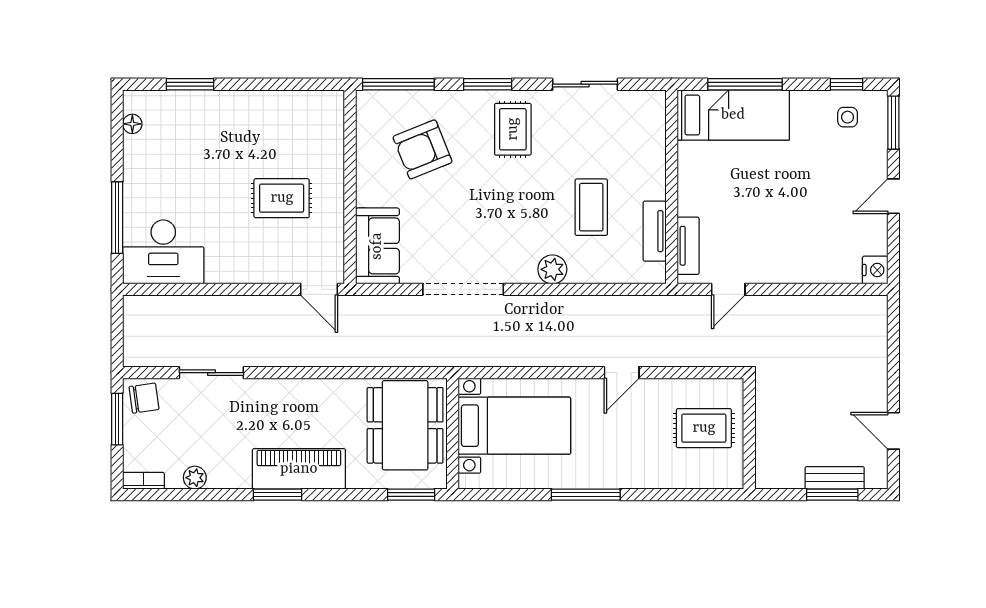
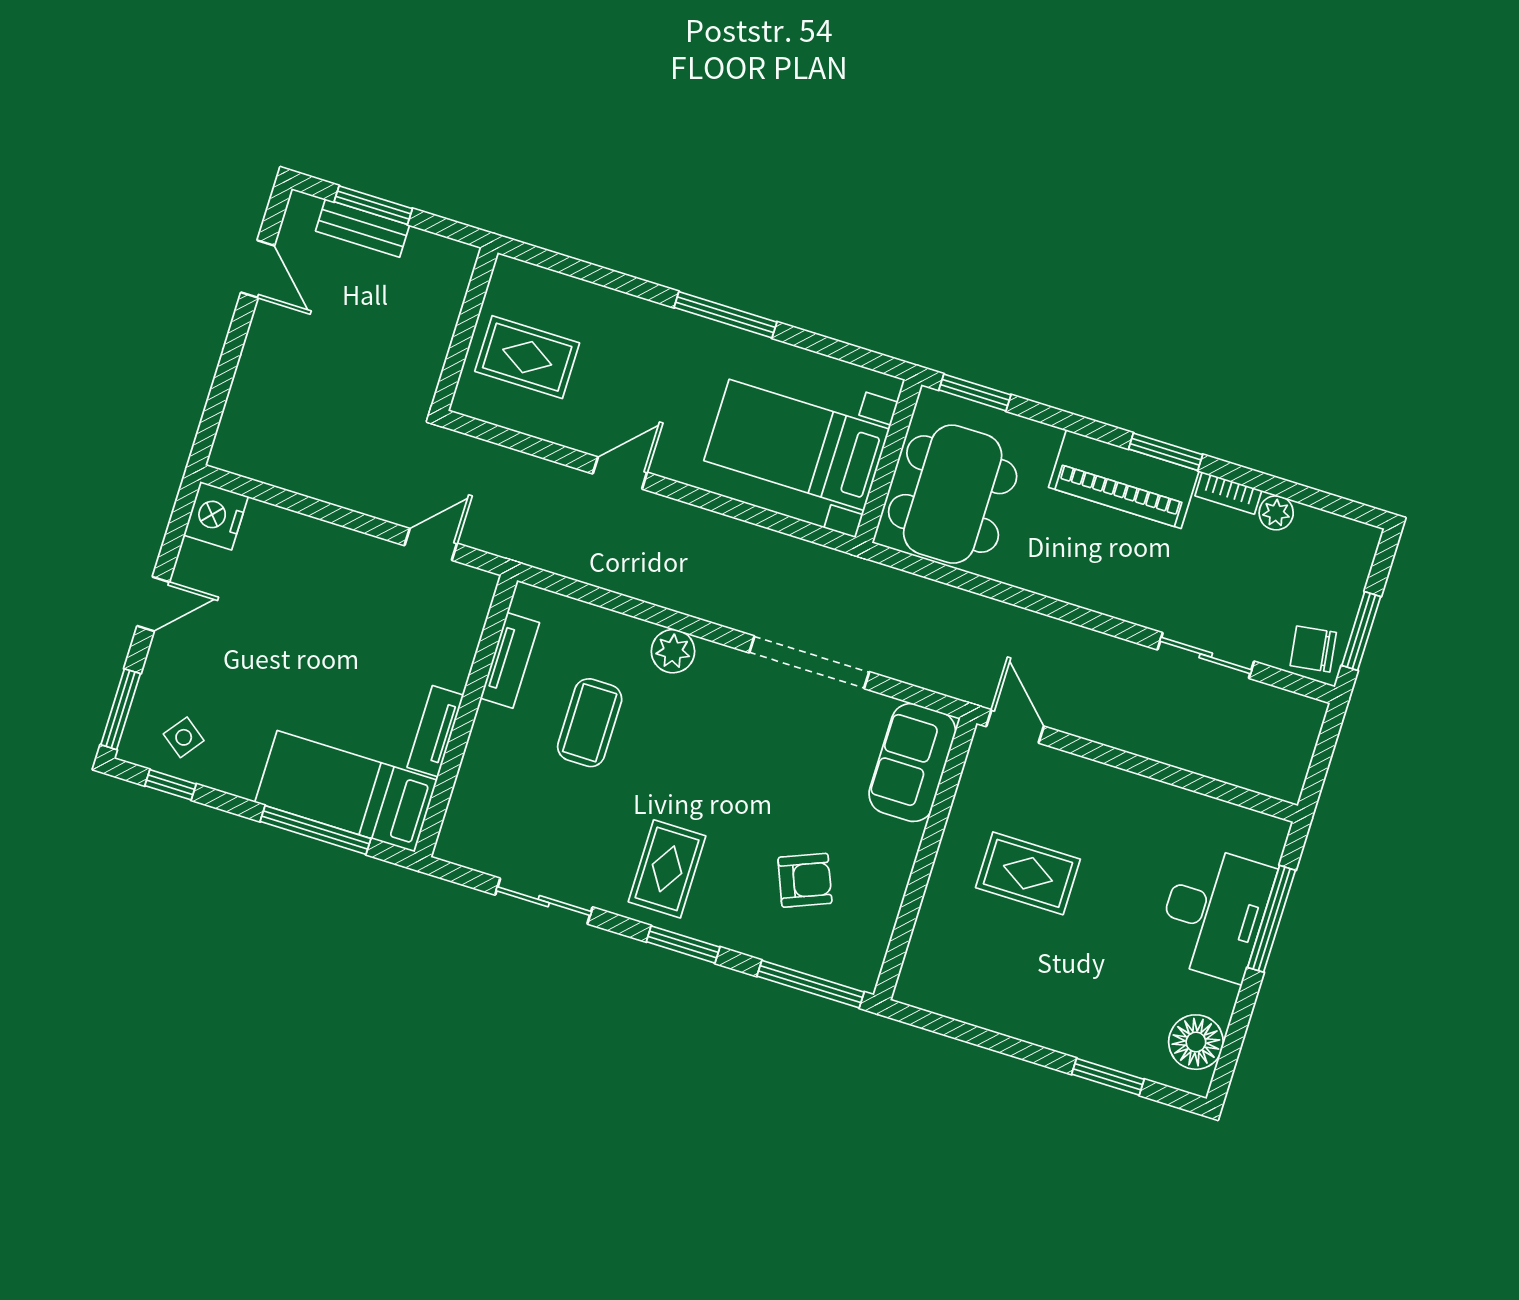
side table: (848, 117) -> (184, 737), turned 37
floor lamp: (132, 124) -> (1196, 1042), width x1.89, depth x1.89
armchair: (423, 149) -> (805, 880), width x0.72, depth x0.72
tv unit: (688, 246) -> (435, 731), moved
desk: (163, 252) -> (1215, 913), moved, turned 90
nightstand: (875, 270) -> (216, 516), width x1.36, depth x1.33
bookcase: (143, 481) -> (1228, 493), moved

